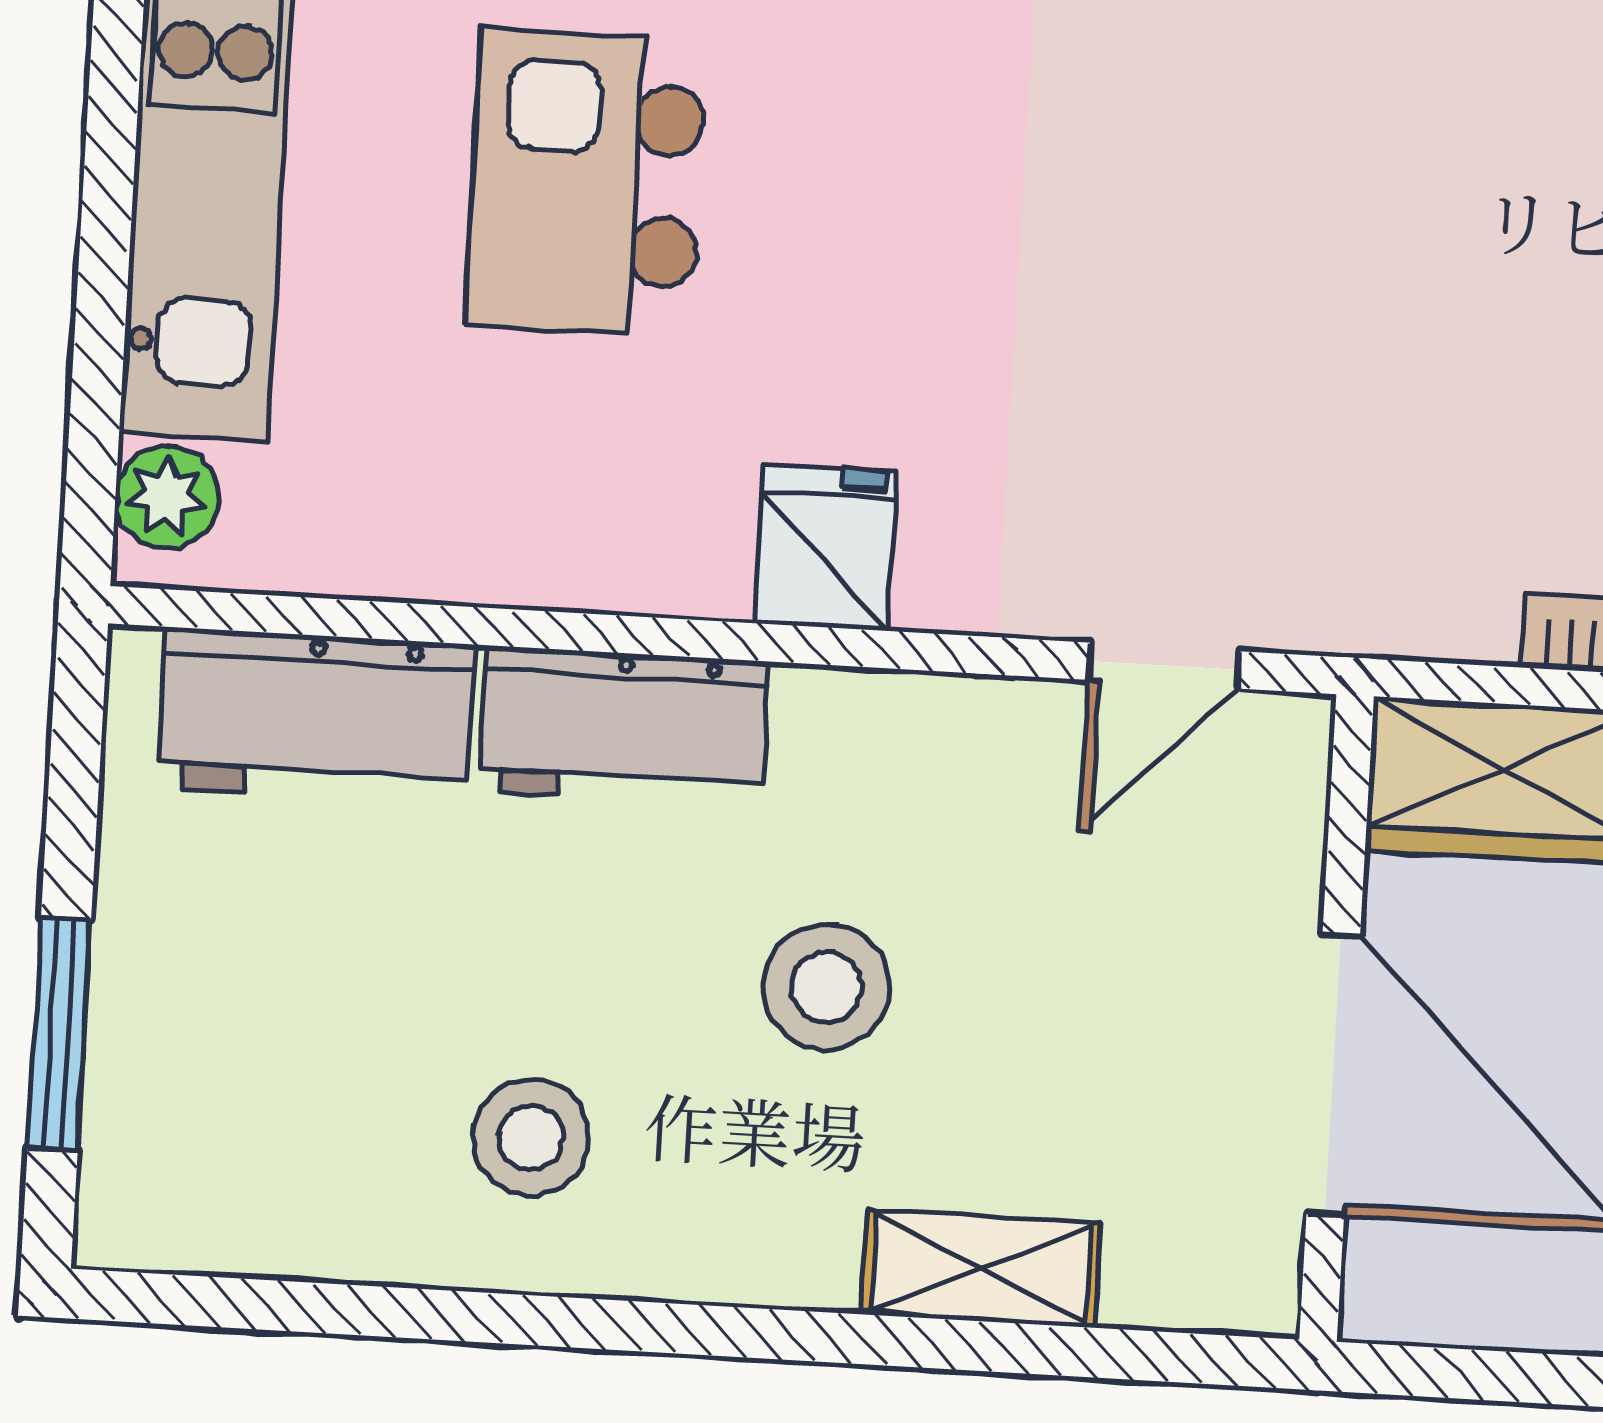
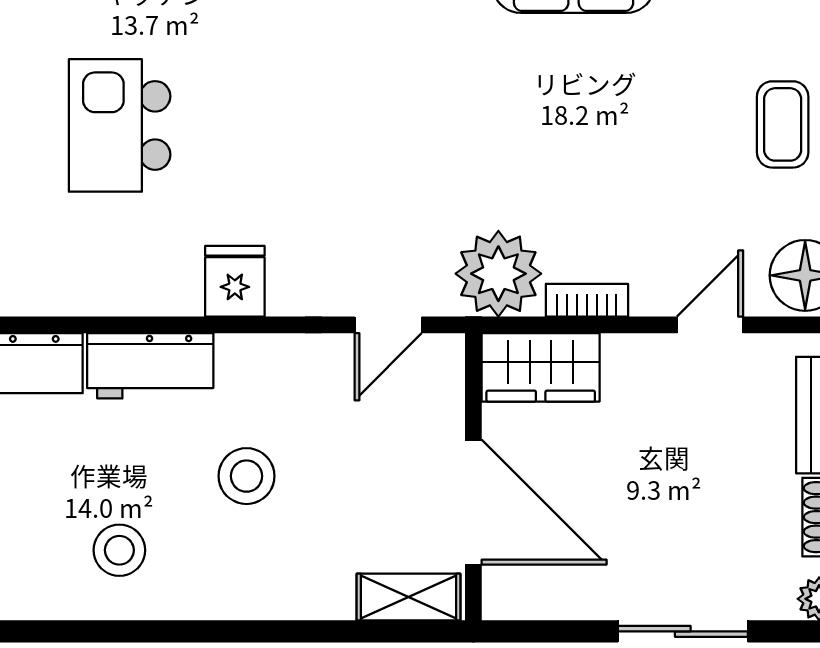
plant: (1419, 565) -> (498, 274), added
shelving: (981, 1269) -> (408, 597), moved

